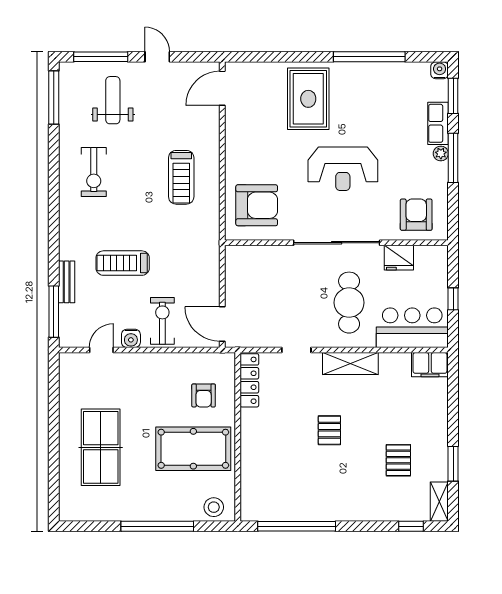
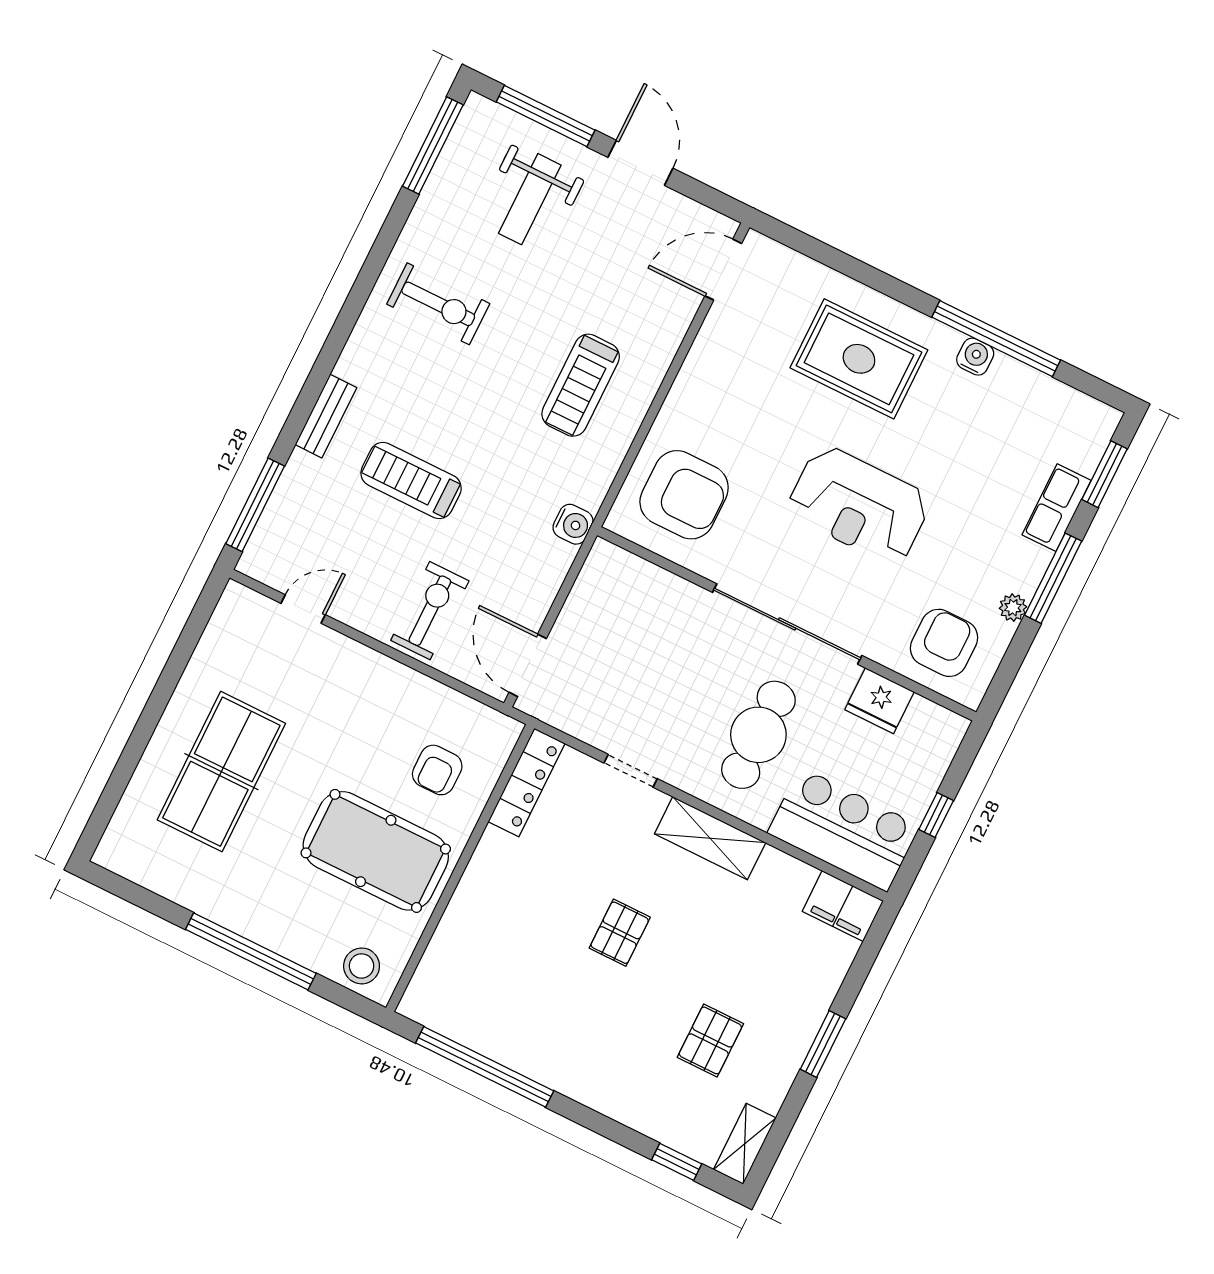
door: (157, 57) -> (640, 163), width x1.37
water cooler: (440, 70) -> (975, 357), moved
rug: (308, 99) -> (859, 359), turned 90
weight bench: (113, 100) -> (530, 199), turned 180
plant: (441, 154) -> (1013, 608), moved
exercise bike: (94, 172) -> (438, 304), turned -90
bench: (67, 282) -> (326, 416), moved
water cooler: (131, 338) -> (573, 524), moved, turned -90
window: (453, 464) -> (823, 1044), moved

